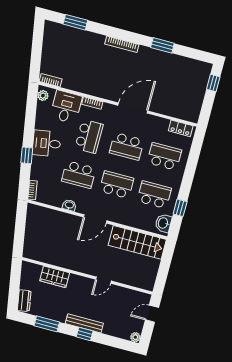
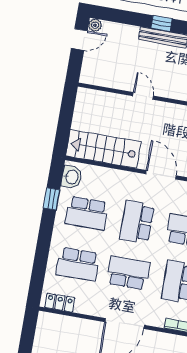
school desk: (116, 185) -> (137, 222), turned 90
door: (95, 219) -> (161, 175), hinge flipped
door: (104, 280) -> (143, 96), hinge flipped
door: (152, 314) -> (79, 39), moved

